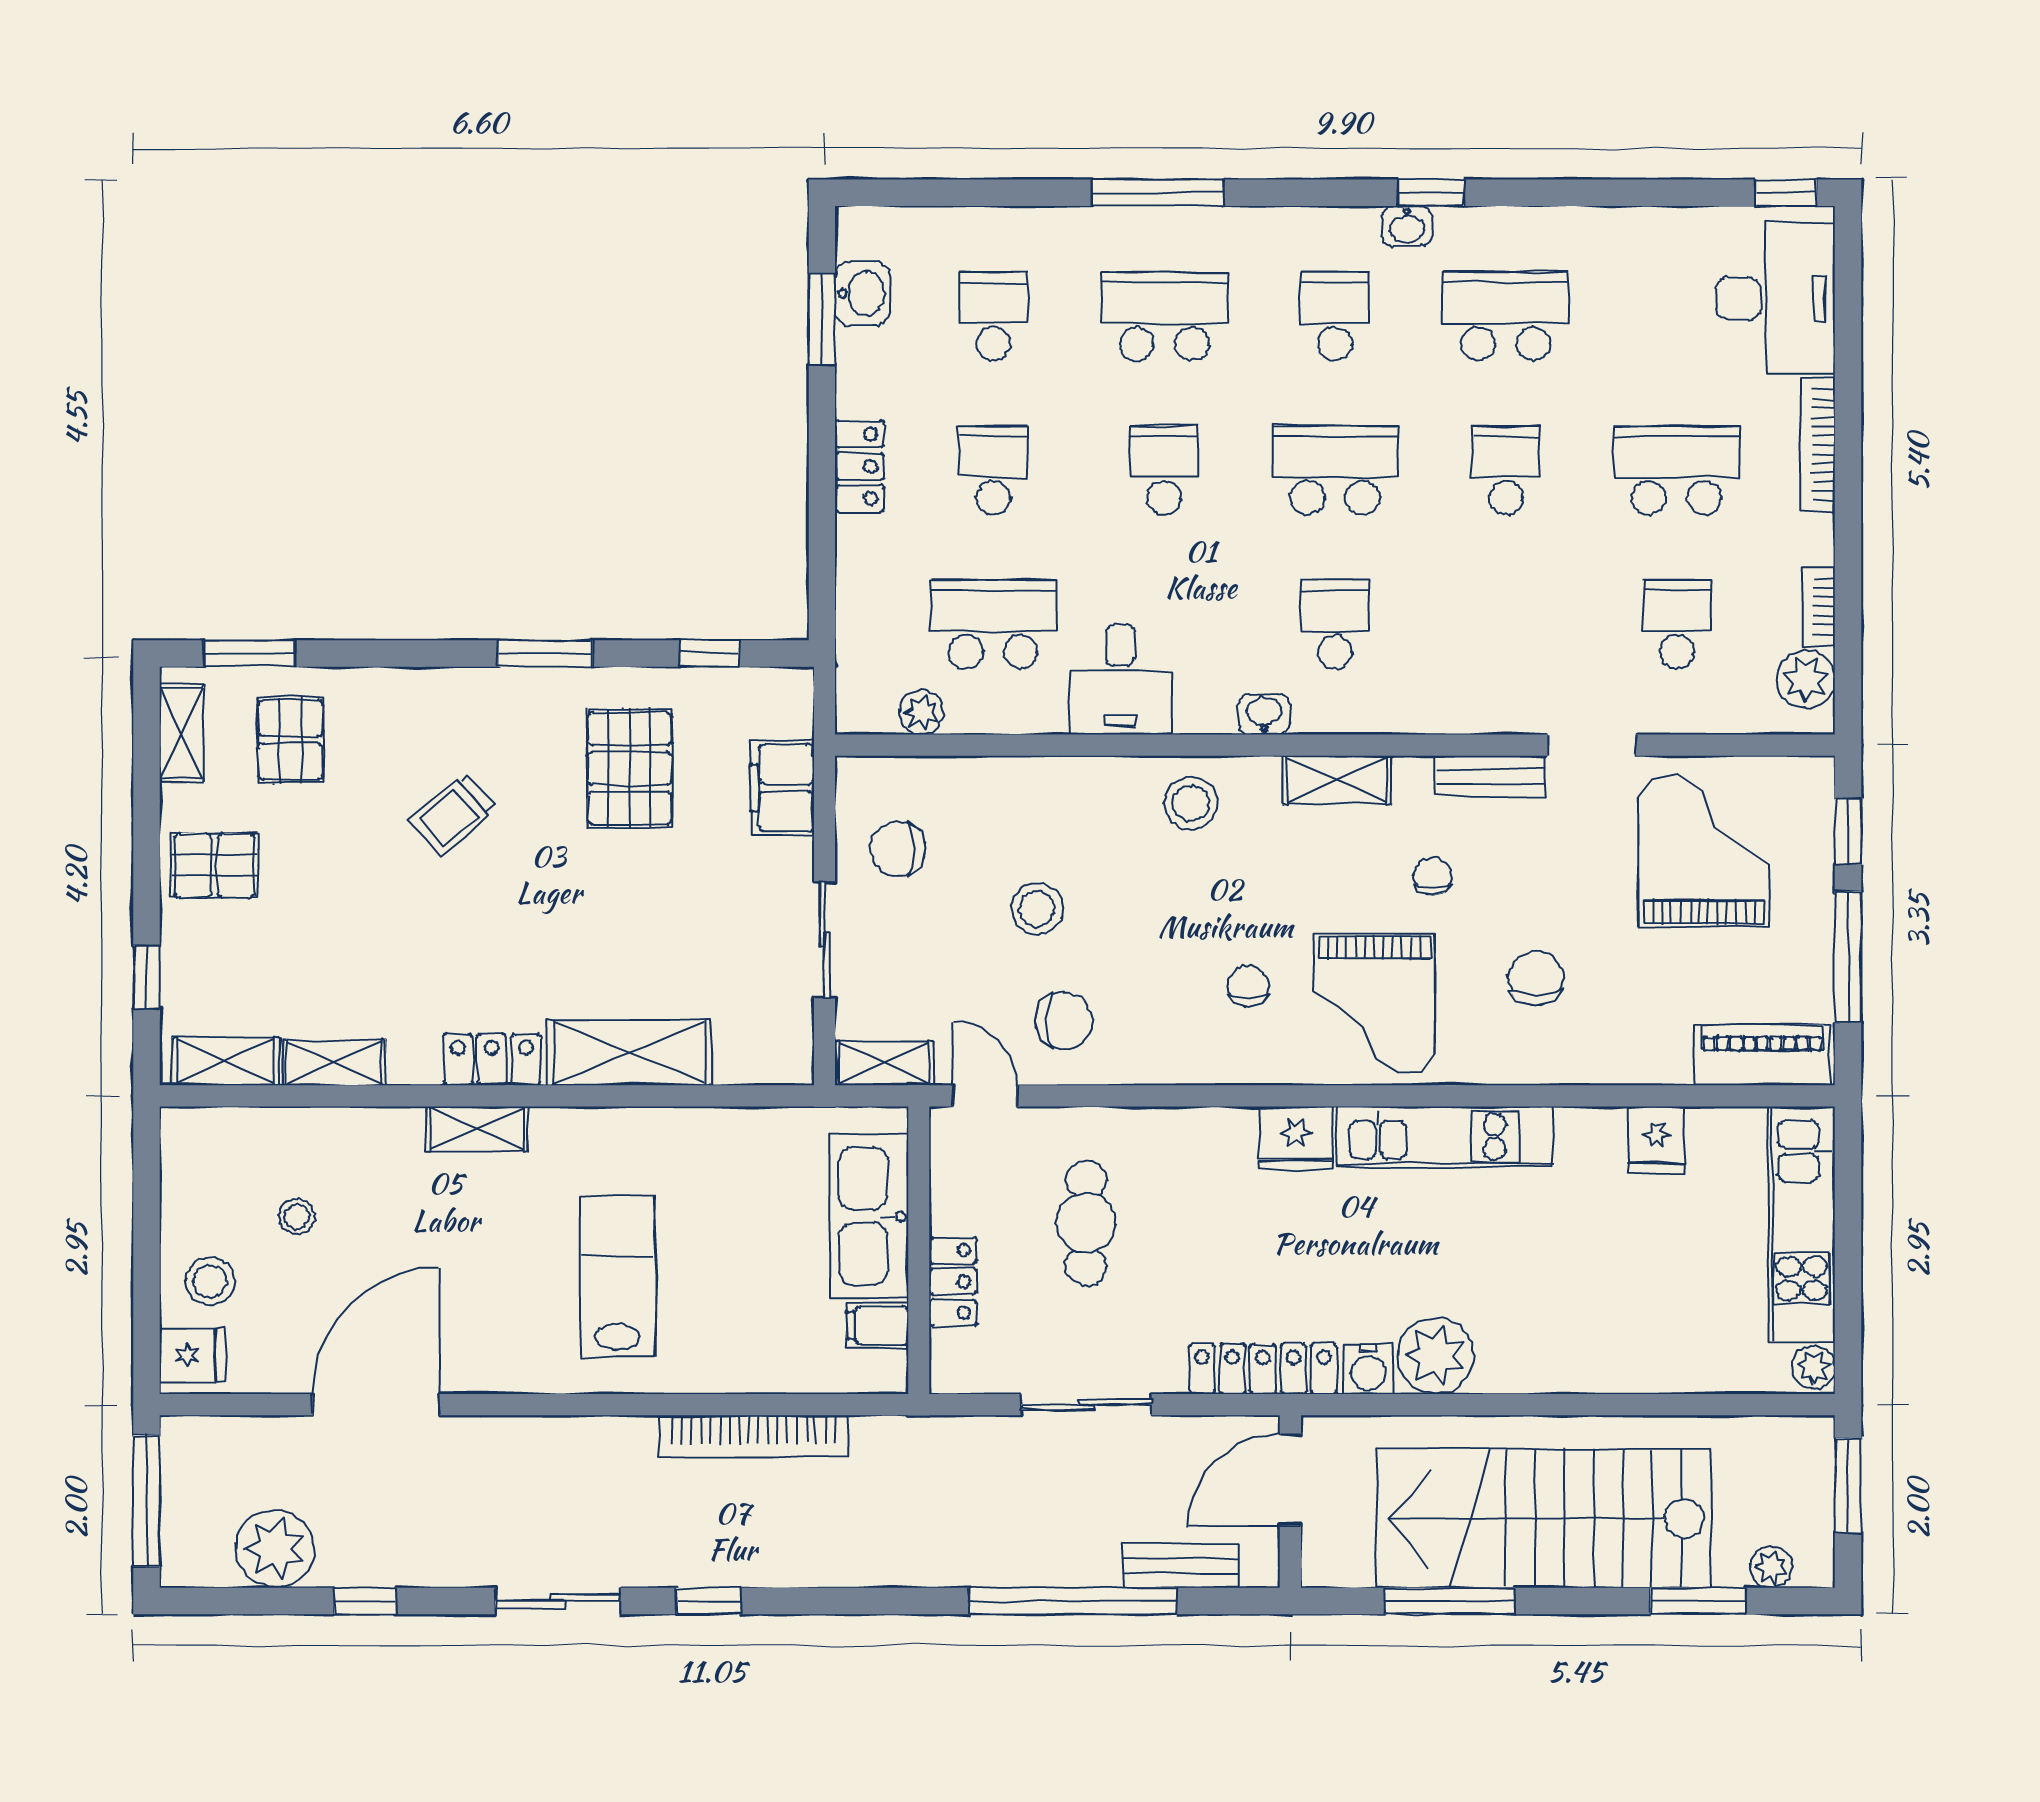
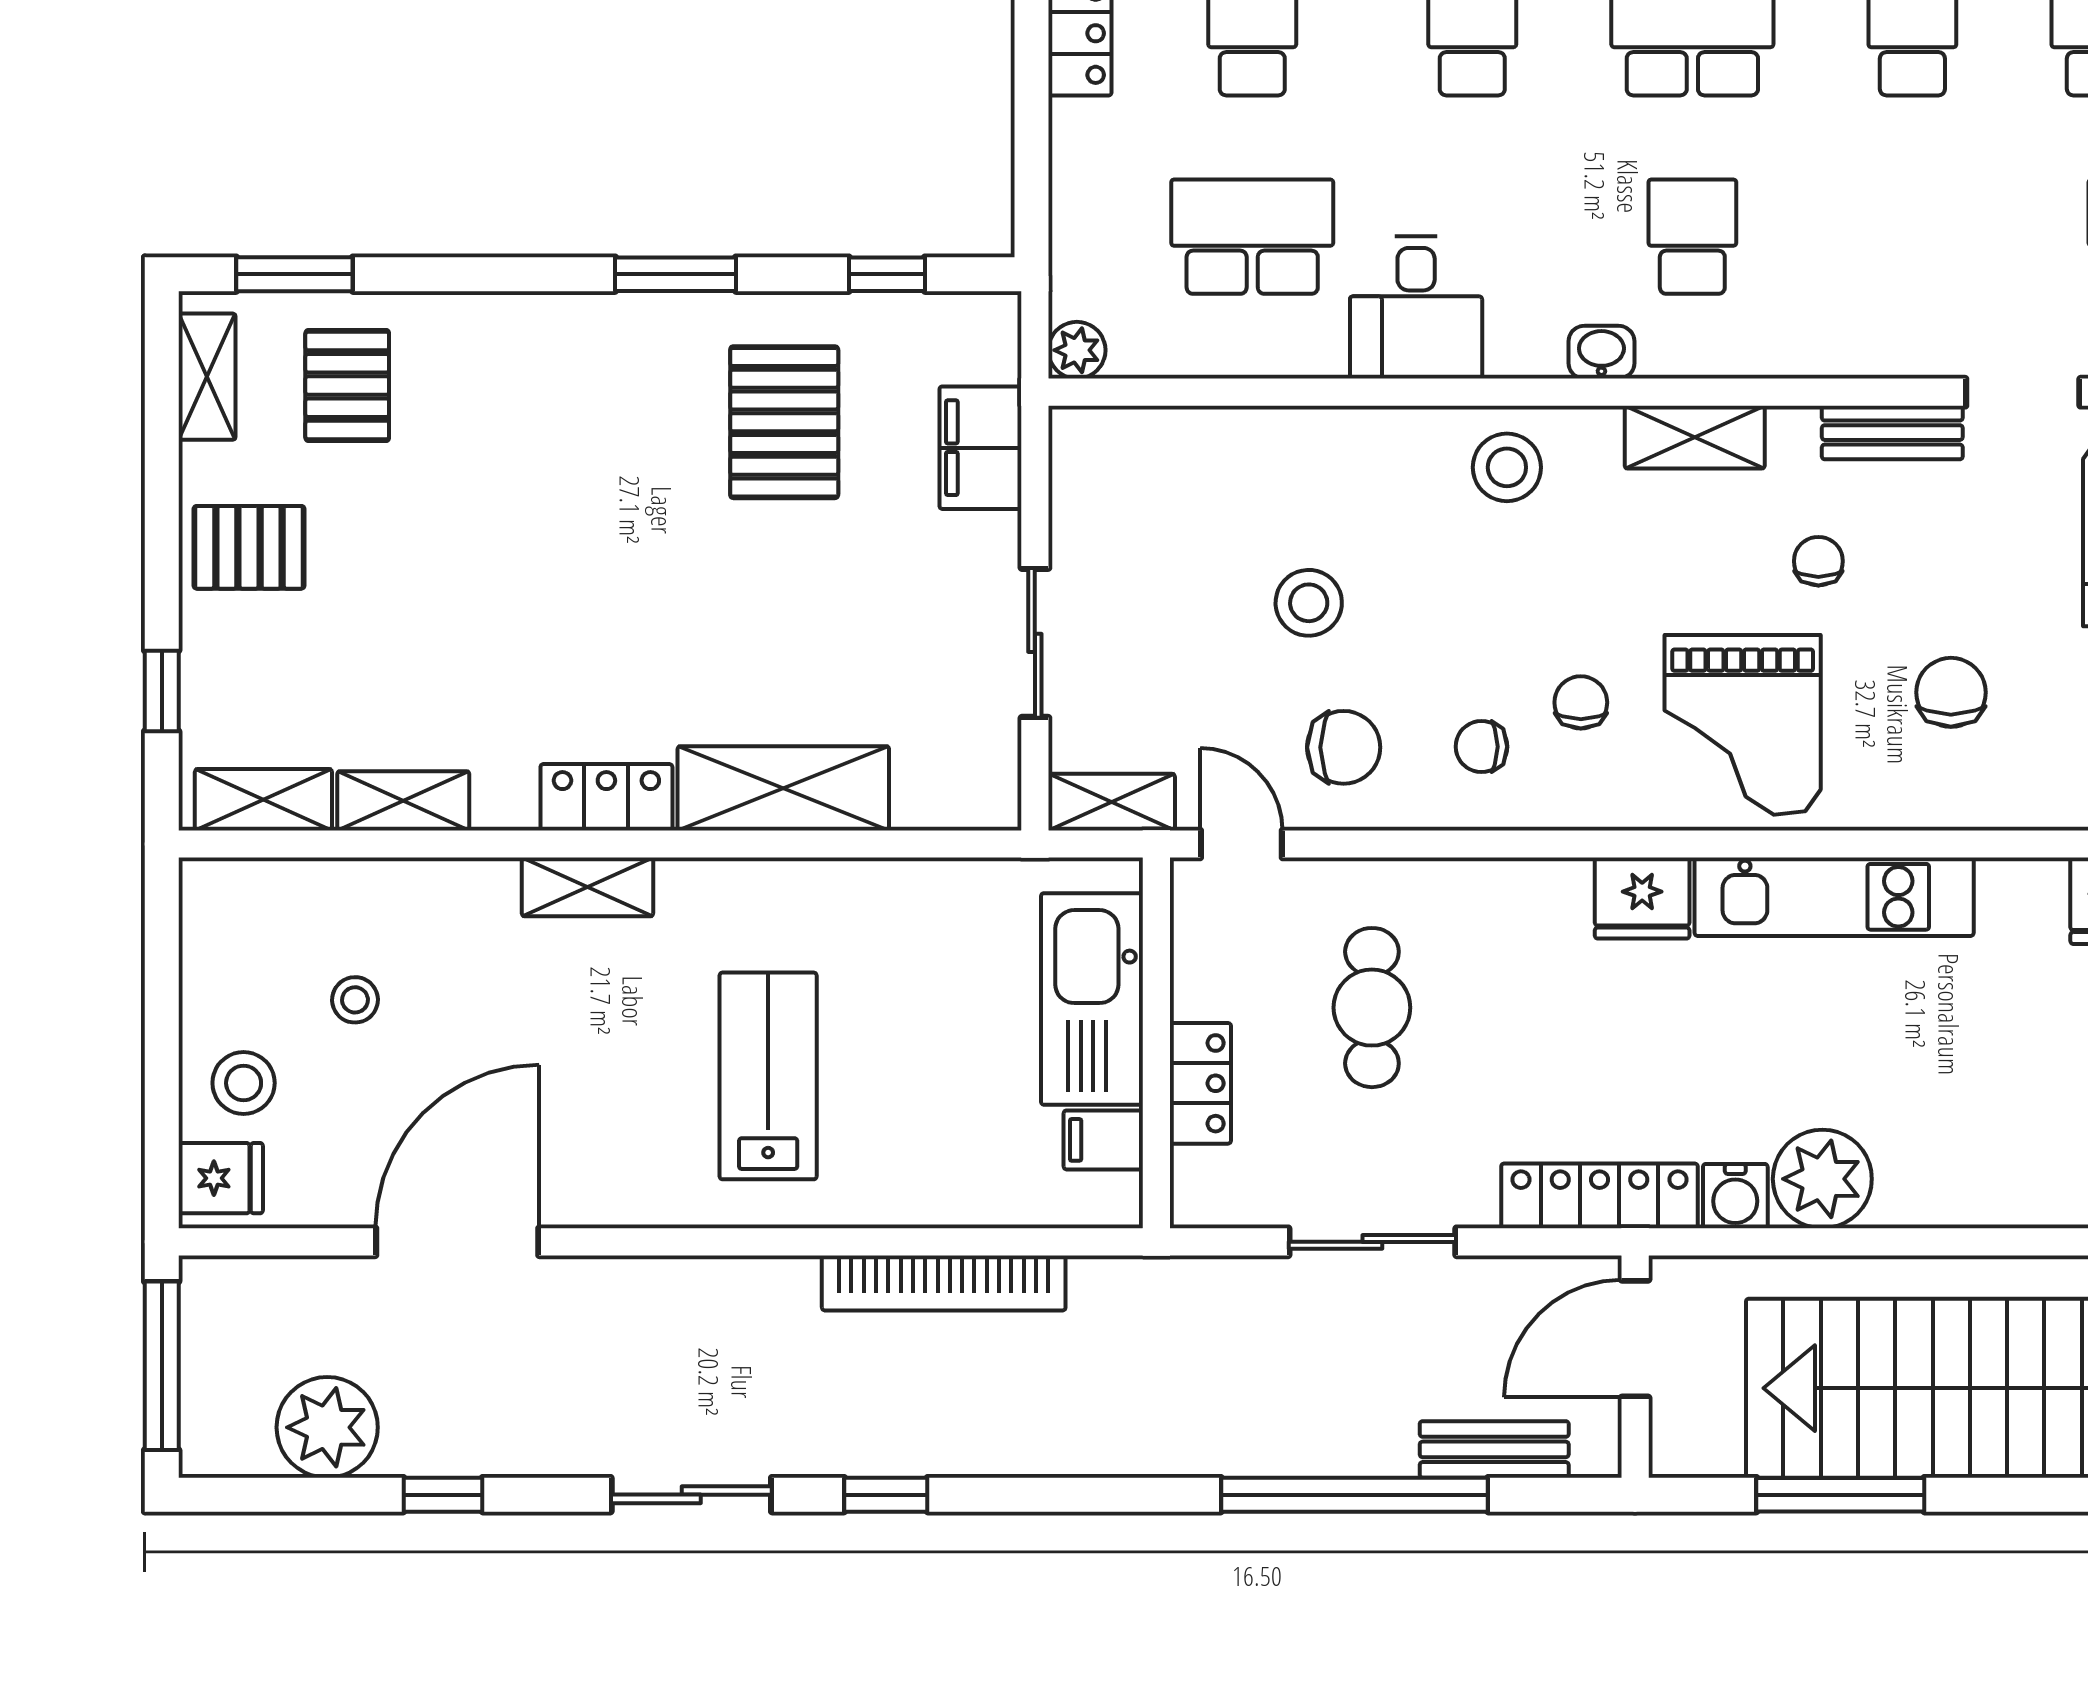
plant: (921, 712) -> (1077, 350), moved
trolley: (453, 815) -> (557, 482), removed
chair: (898, 849) -> (1481, 747), moved, width x0.73, depth x0.73

